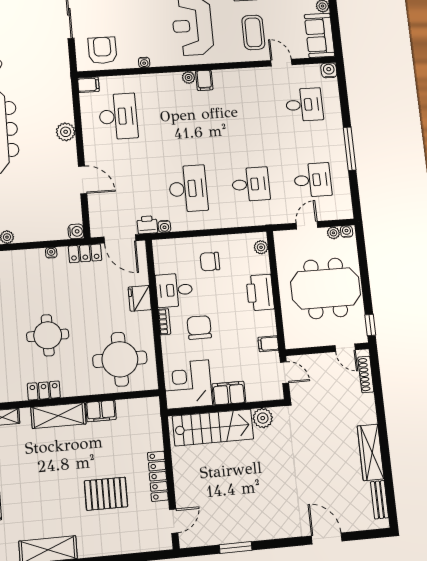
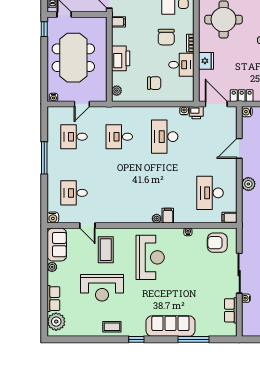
armchair: (102, 50) -> (217, 243), turned 90
filing cabinet: (204, 80) -> (168, 216), moved
door: (83, 180) -> (239, 148), hinge flipped
plant: (333, 233) -> (63, 97), removed
meeting table: (326, 288) -> (73, 58), turned 90

